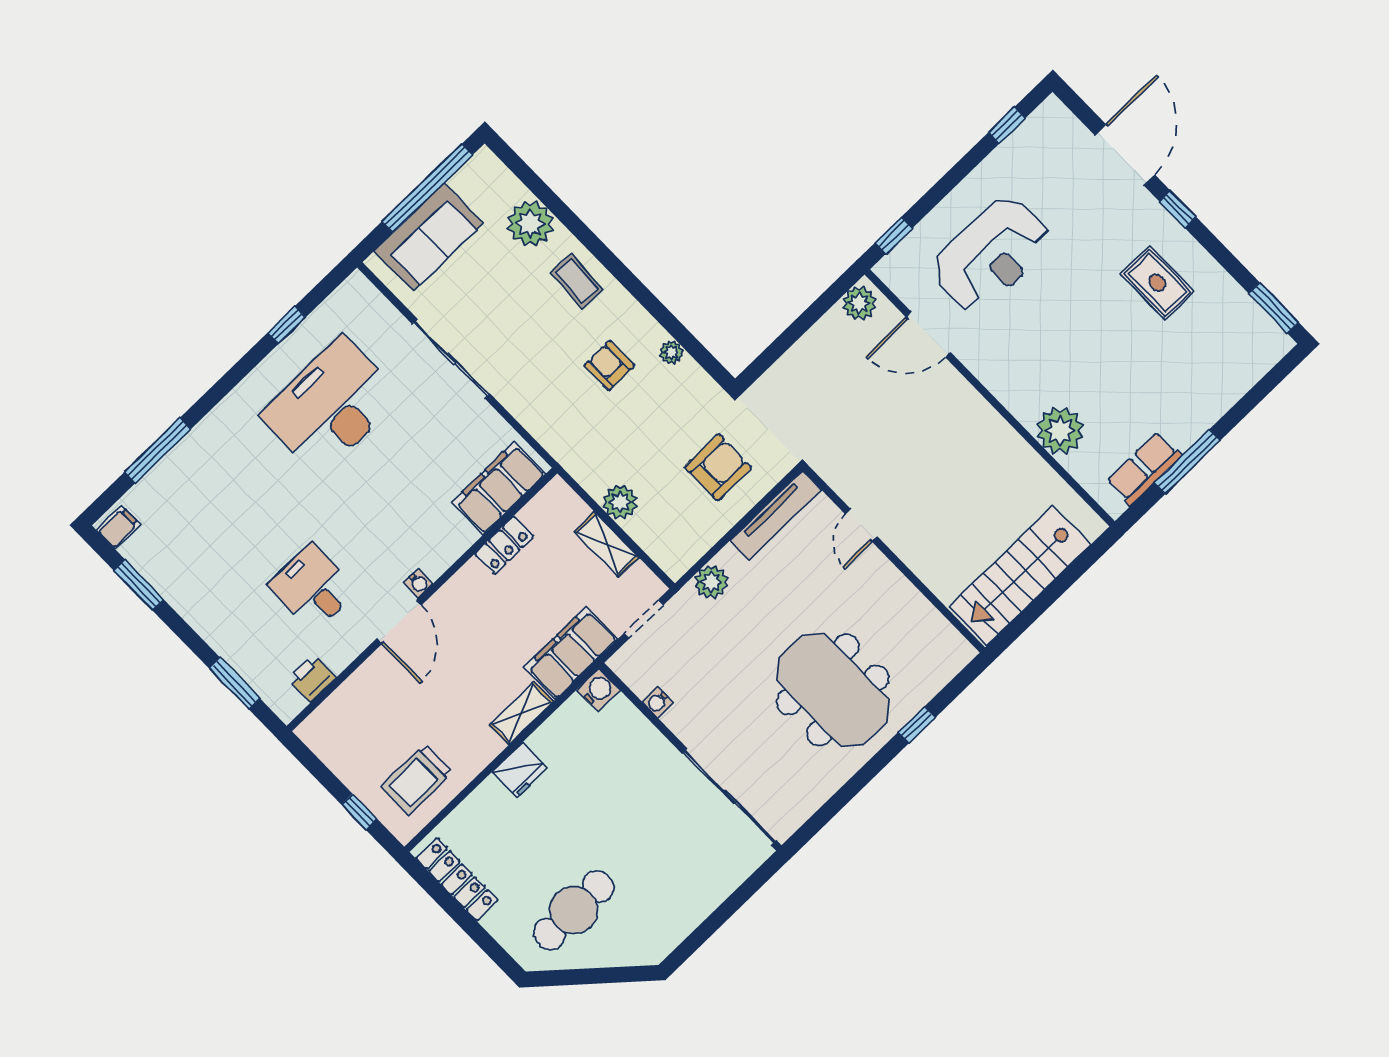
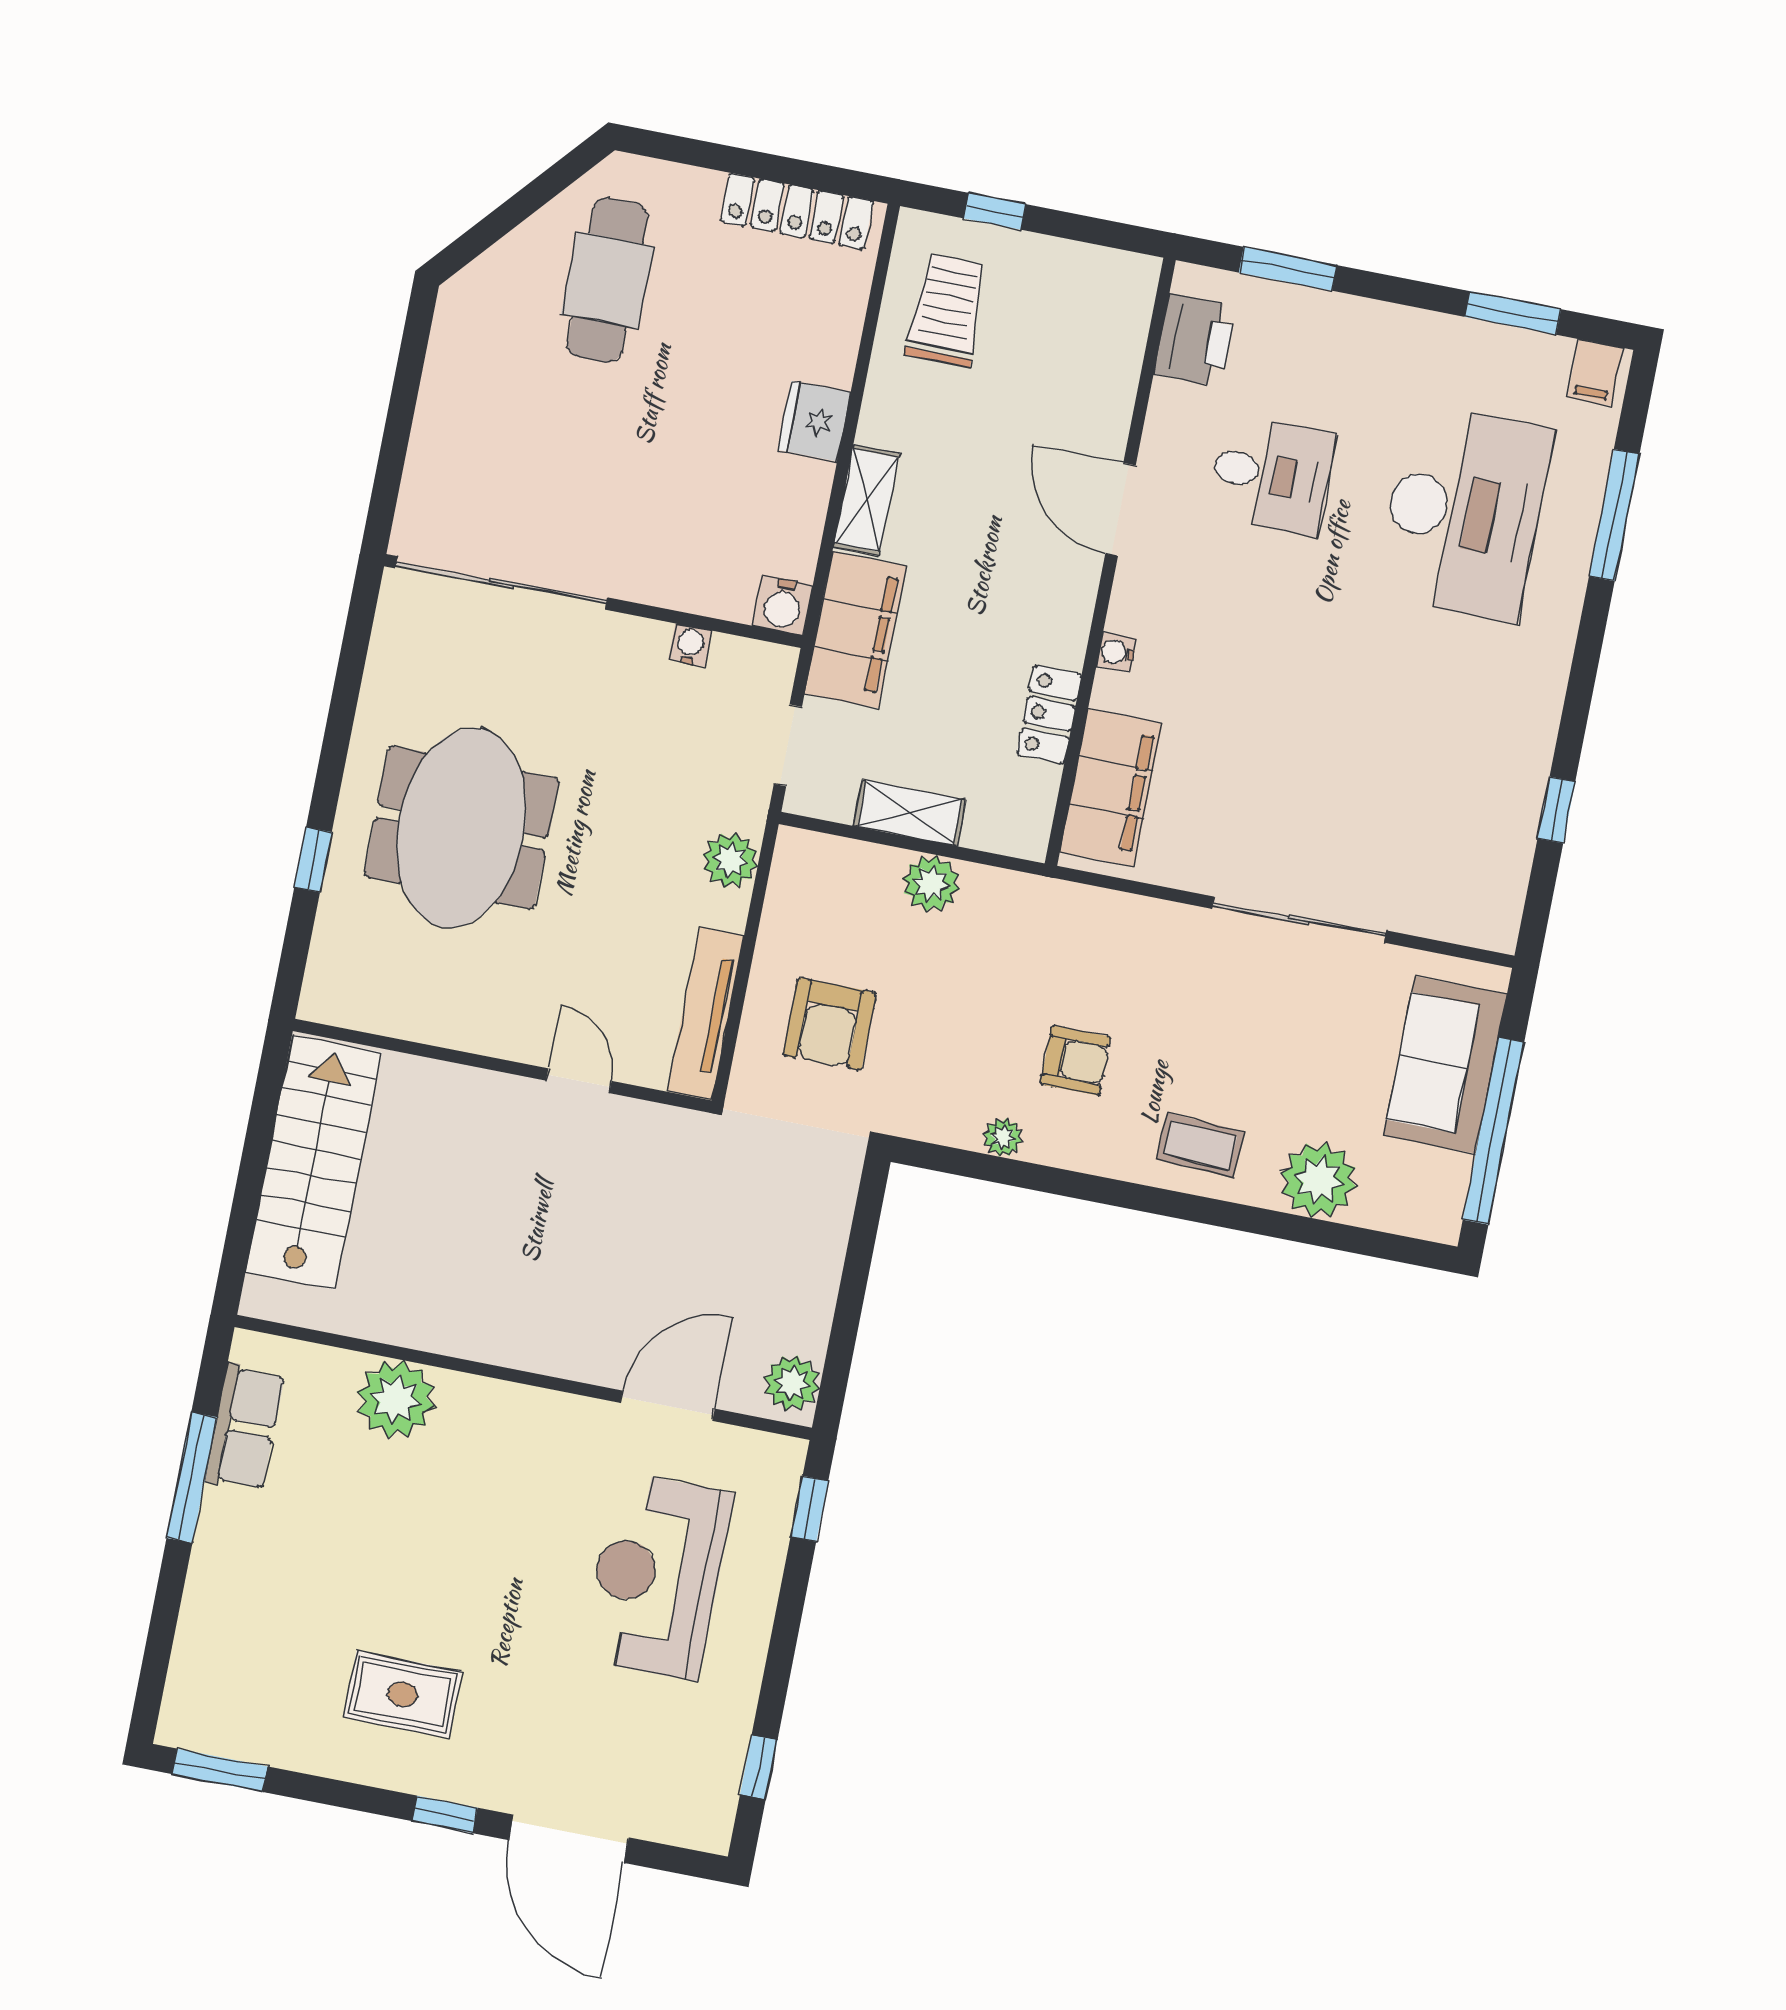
desk: (331, 406) -> (1464, 512), moved
water cooler: (419, 583) -> (1116, 652), moved
printer: (312, 678) -> (1195, 340), width x1.36, depth x1.24
meeting table: (833, 690) -> (462, 828), turned 90

